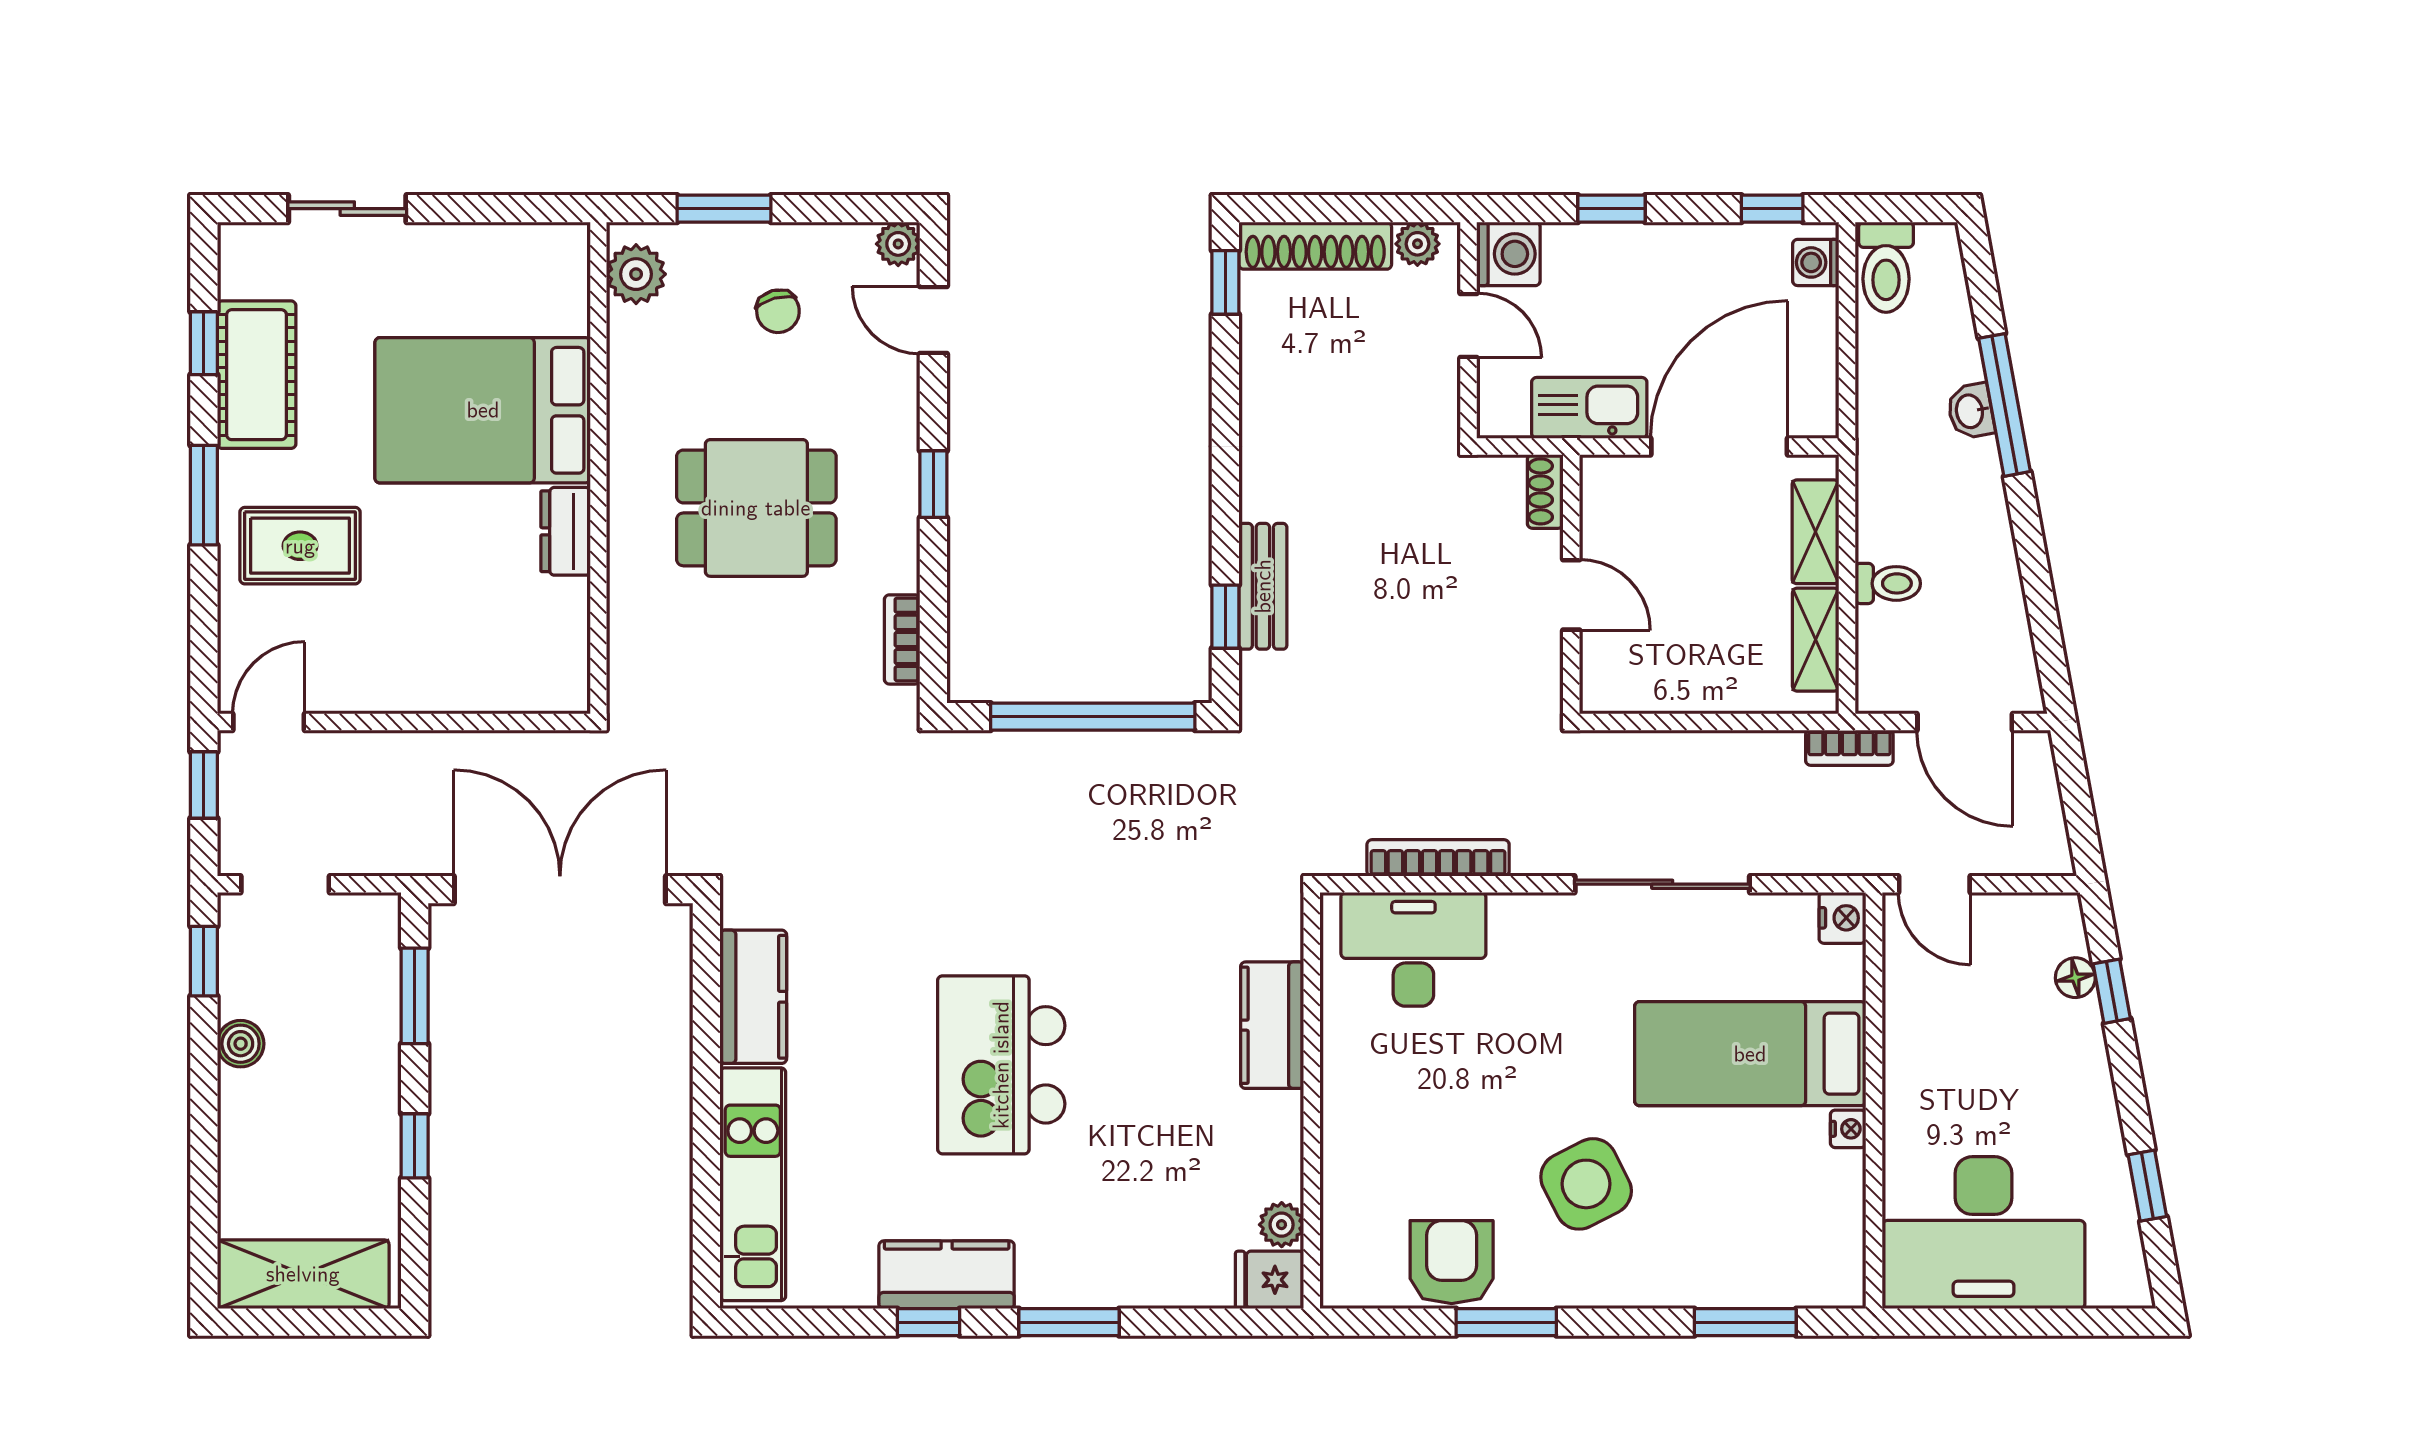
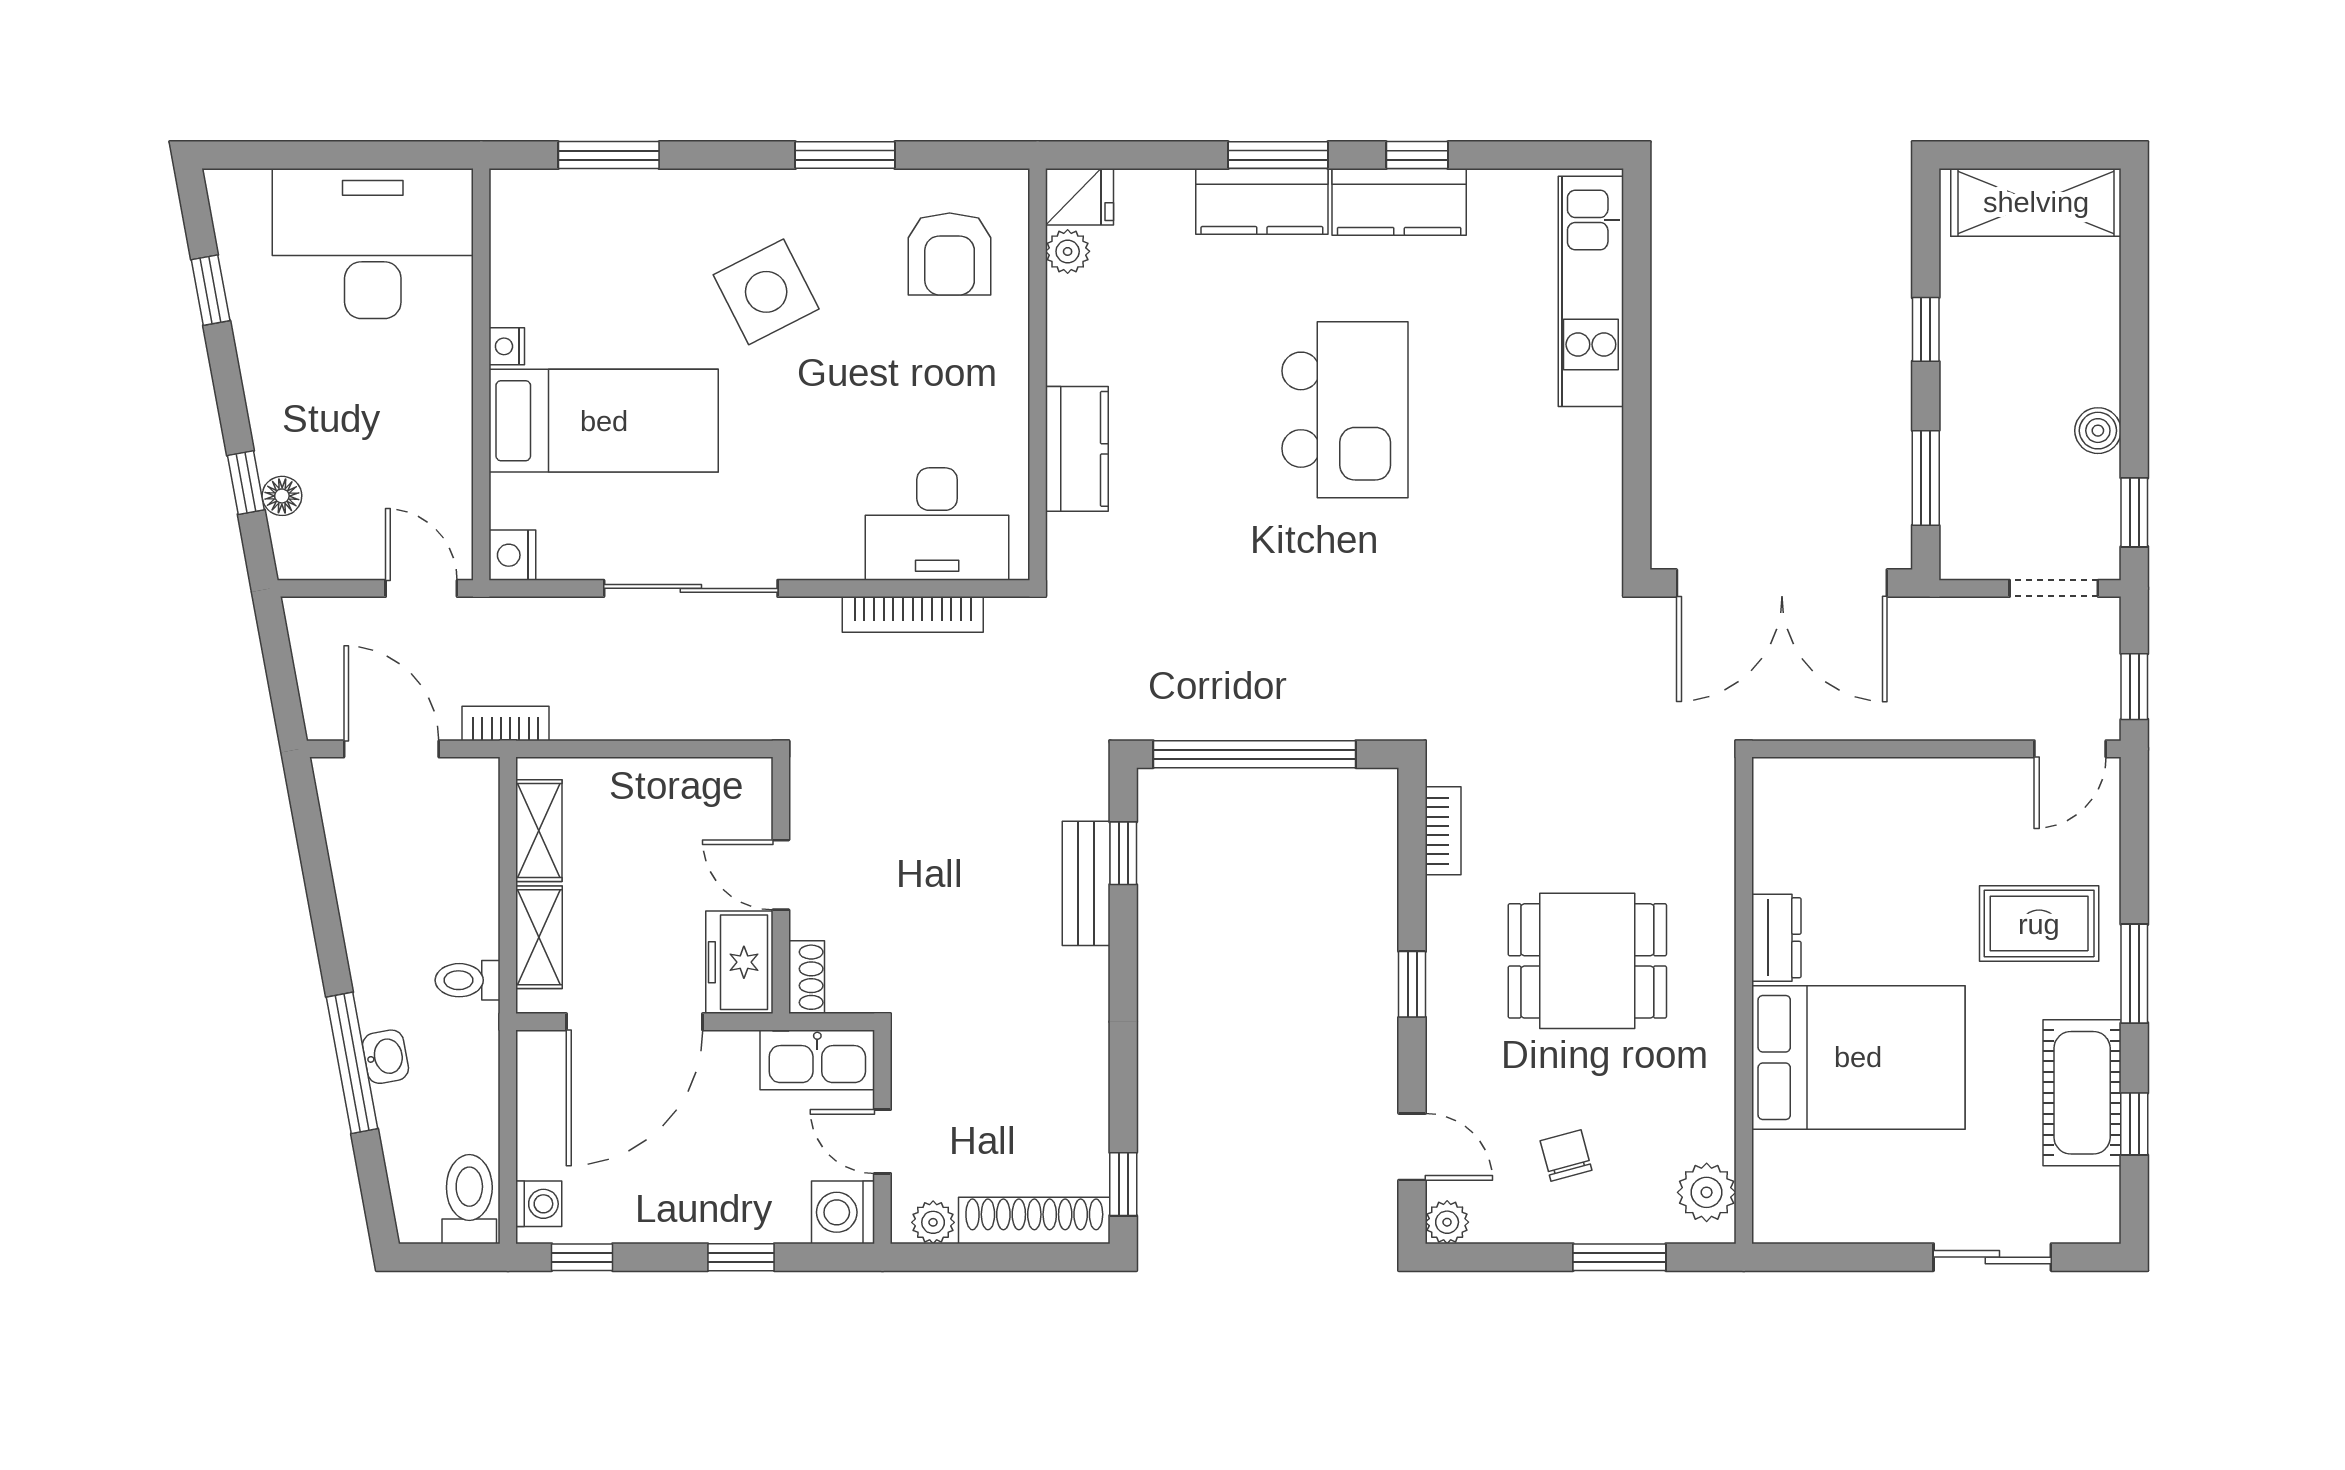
kitchen sink: (1589, 408) -> (817, 1060), moved
freezer: (1613, 507) -> (739, 962), added
toilet: (1888, 583) -> (468, 980), moved
kitchen counter: (753, 997) -> (1262, 201), moved, turned -90
armchair: (1452, 1262) -> (950, 254), moved

